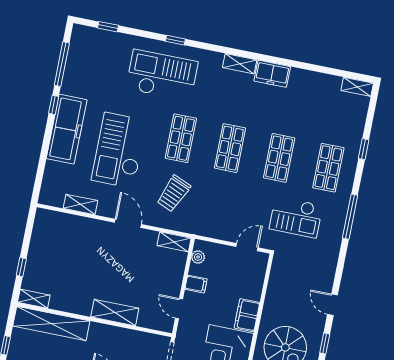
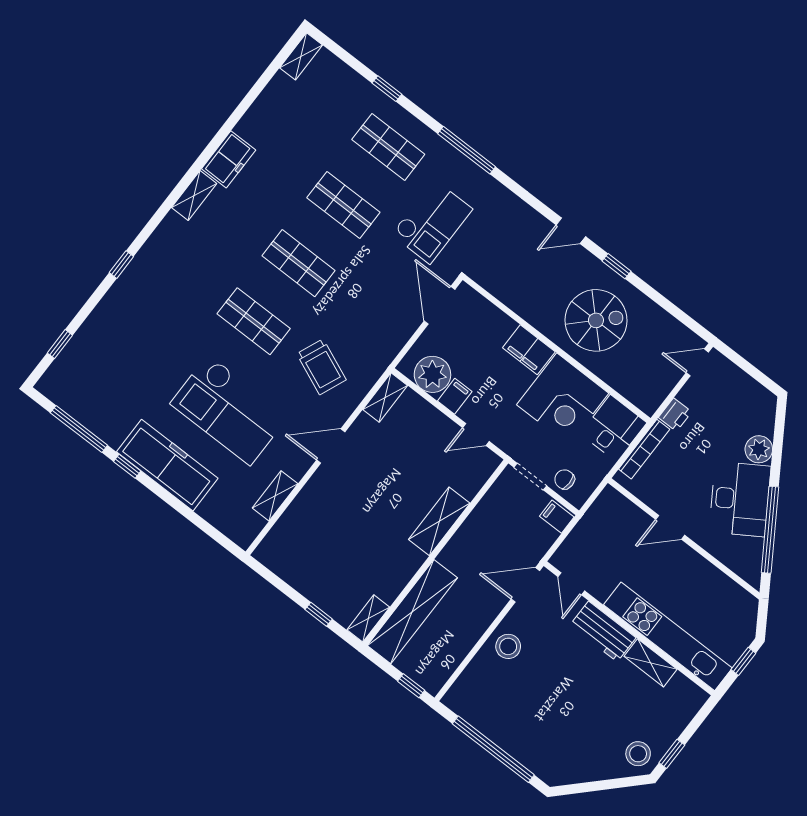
checkout: (162, 75) -> (159, 305), removed
door: (247, 247) -> (439, 305), width x1.38
plant: (198, 257) -> (432, 374), width x1.88, depth x1.88

